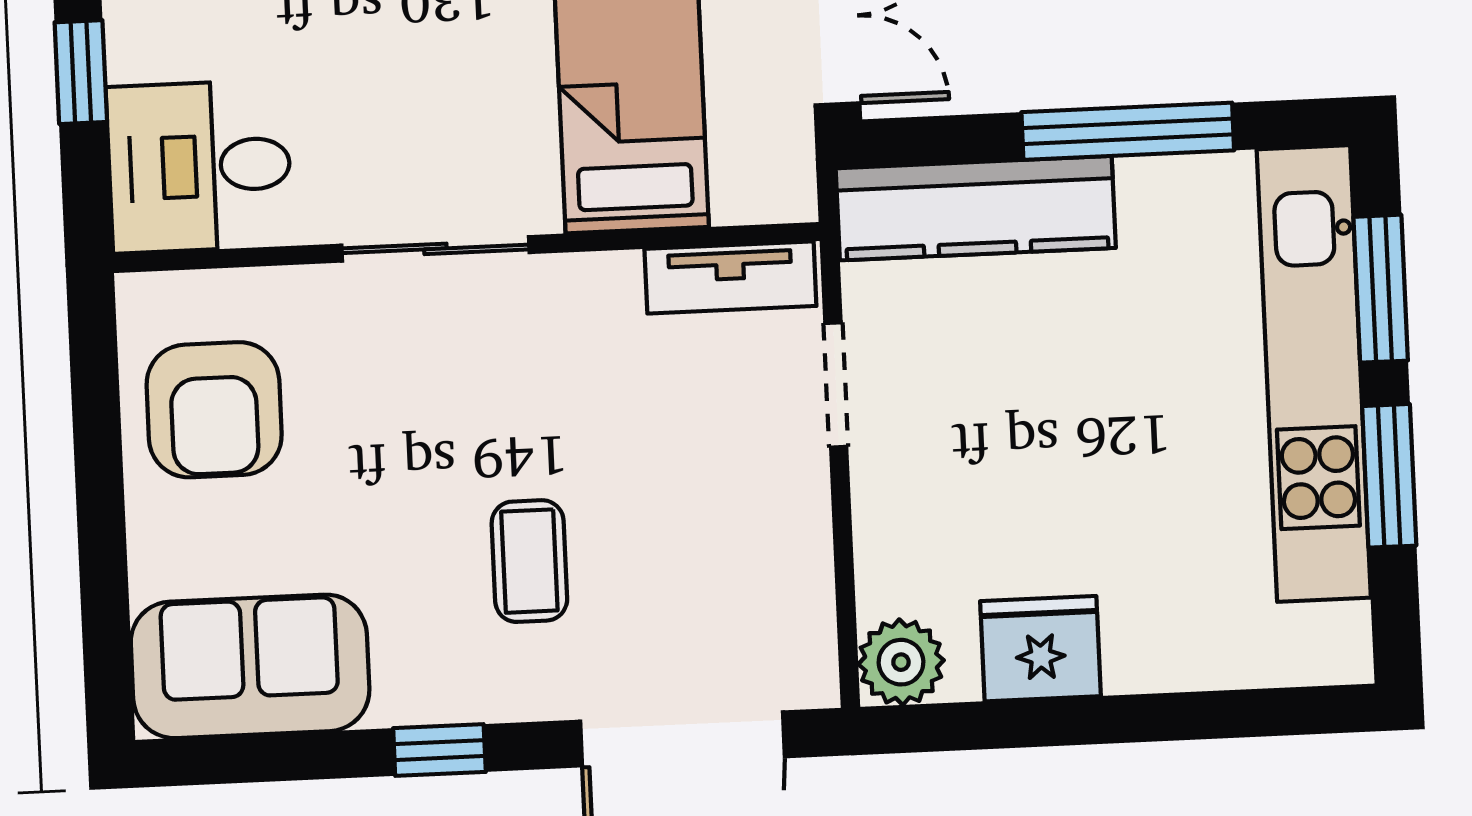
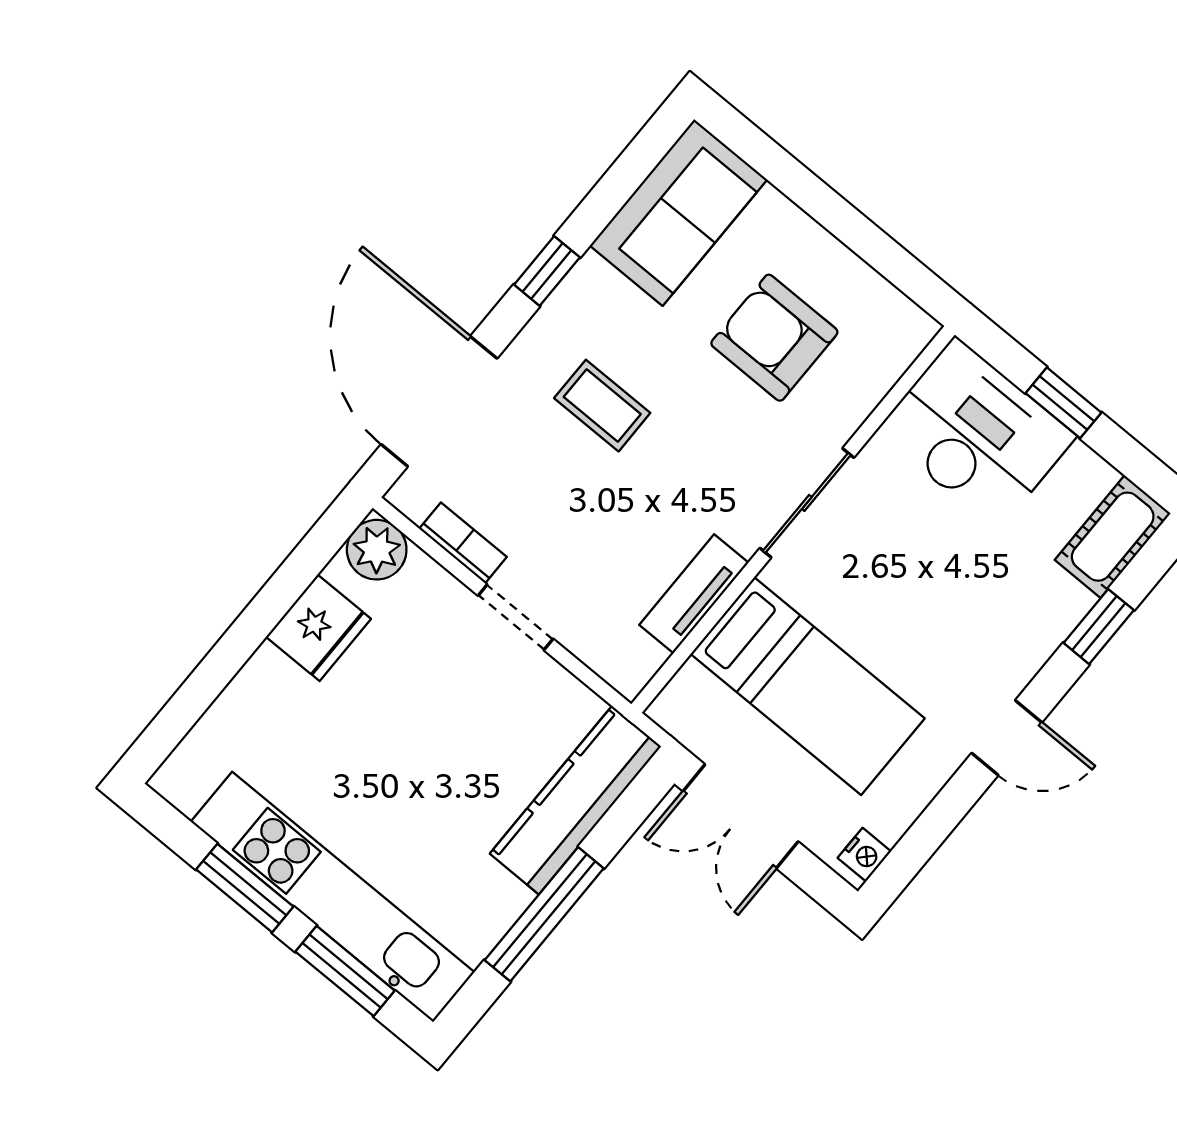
desk: (199, 166) -> (976, 434), width x1.37
tv unit: (730, 277) -> (694, 594), moved
doorway: (836, 385) -> (516, 617), moved
armchair: (214, 410) -> (774, 338), moved
bookcase: (810, 577) -> (463, 543), added

